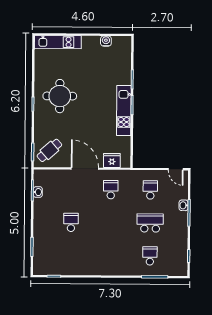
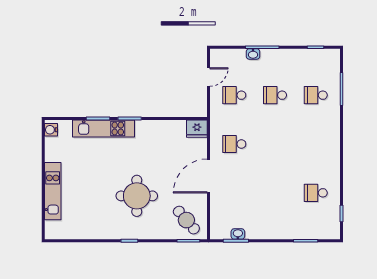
water cooler: (106, 41) -> (51, 130), moved
kitchen unit: (58, 42) -> (53, 191), moved
round table: (60, 96) -> (137, 196), moved
kitchen unit: (124, 110) -> (103, 129), moved
fridge: (112, 161) -> (197, 129), moved, turned -90
door: (176, 169) -> (208, 77), moved
school desk: (71, 222) -> (316, 193), moved
school desk: (150, 223) -> (275, 95), width x0.54

